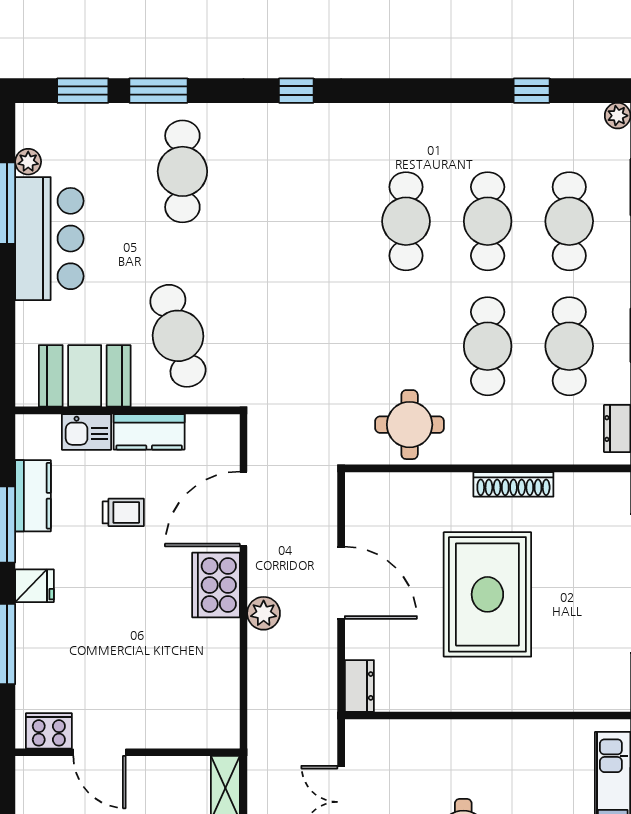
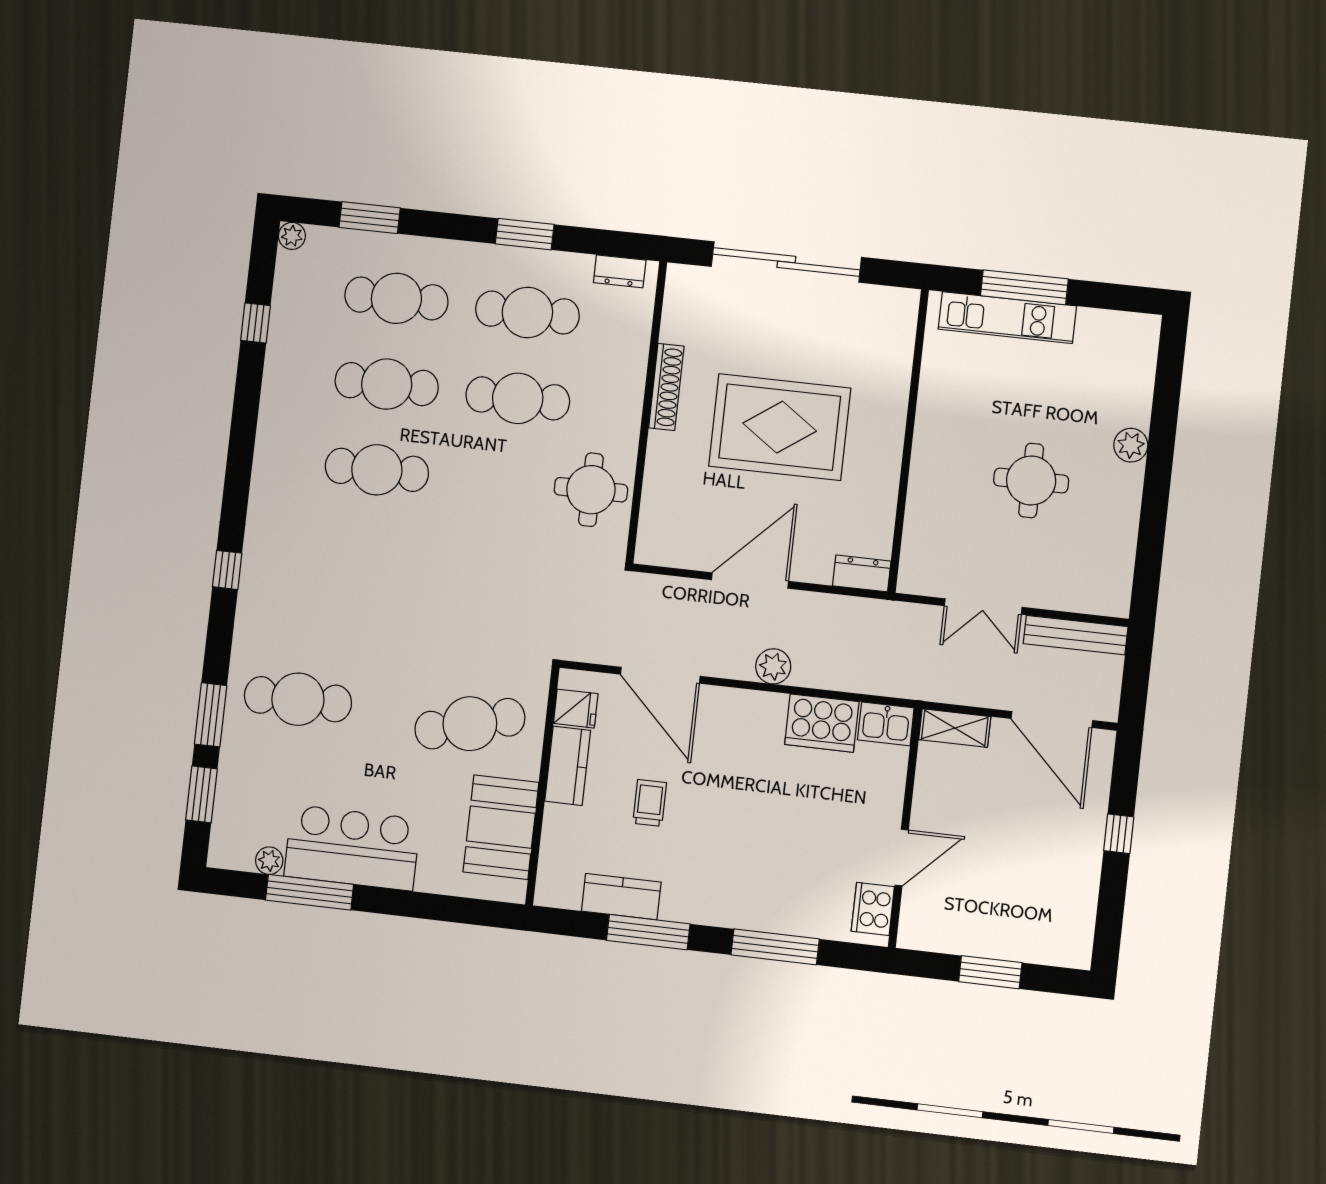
kitchen sink: (86, 432) -> (886, 724), moved, turned 90
cooker: (216, 585) -> (822, 723), moved
fridge: (35, 586) -> (576, 709), moved, turned 90

